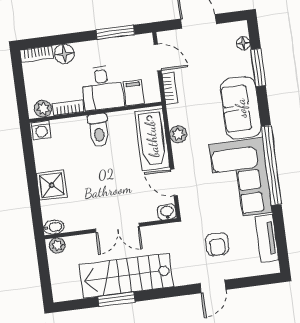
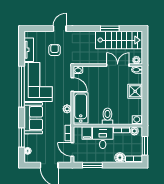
window: (19, 83) -> (145, 146), added
double door: (118, 228) -> (118, 65), moved
stairs: (126, 276) -> (119, 40), moved

